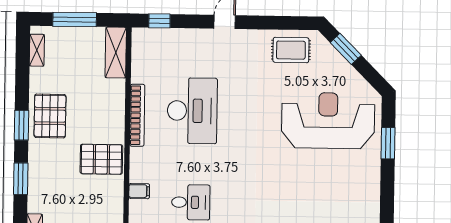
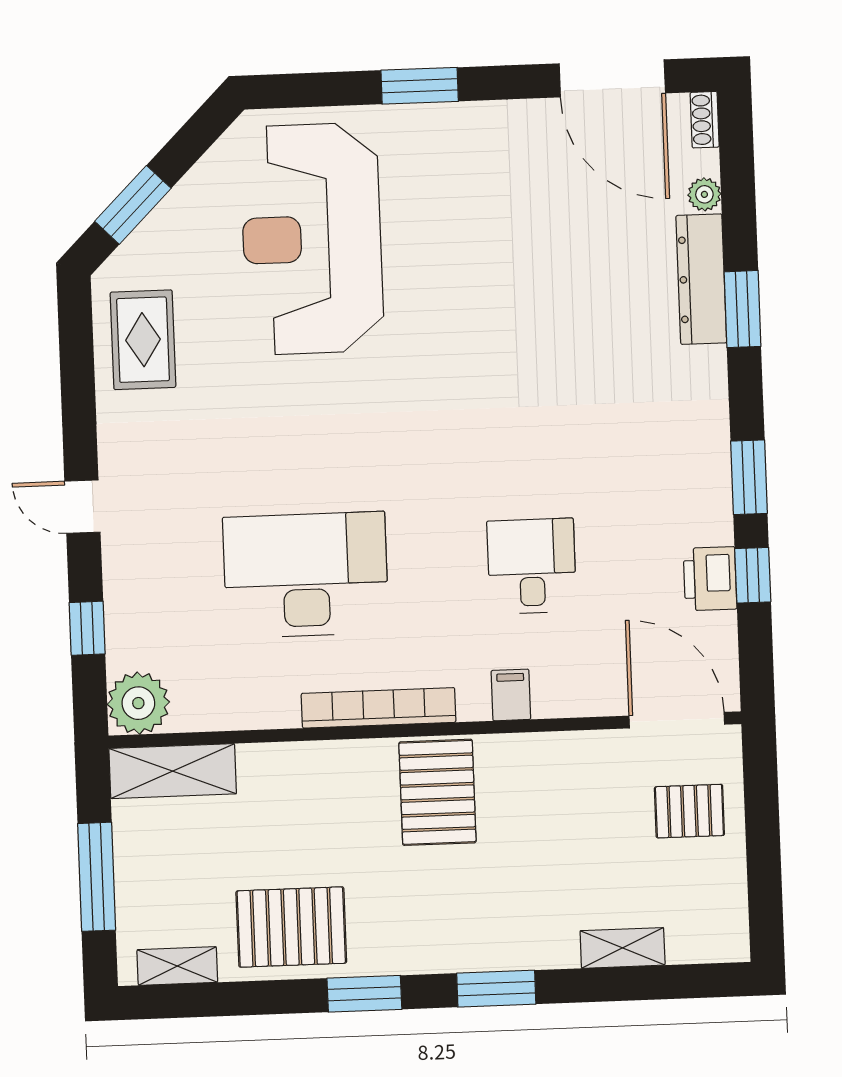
window: (159, 21) -> (87, 628), moved
plant: (144, 40) -> (138, 703), added
bookcase: (137, 115) -> (379, 708), moved
pallet: (50, 116) -> (291, 927), moved
window: (388, 143) -> (420, 86), moved

